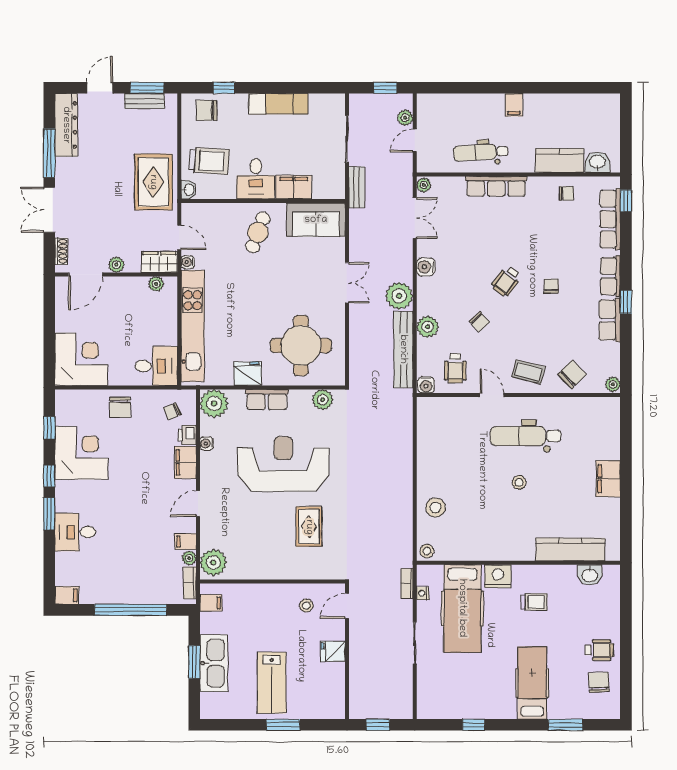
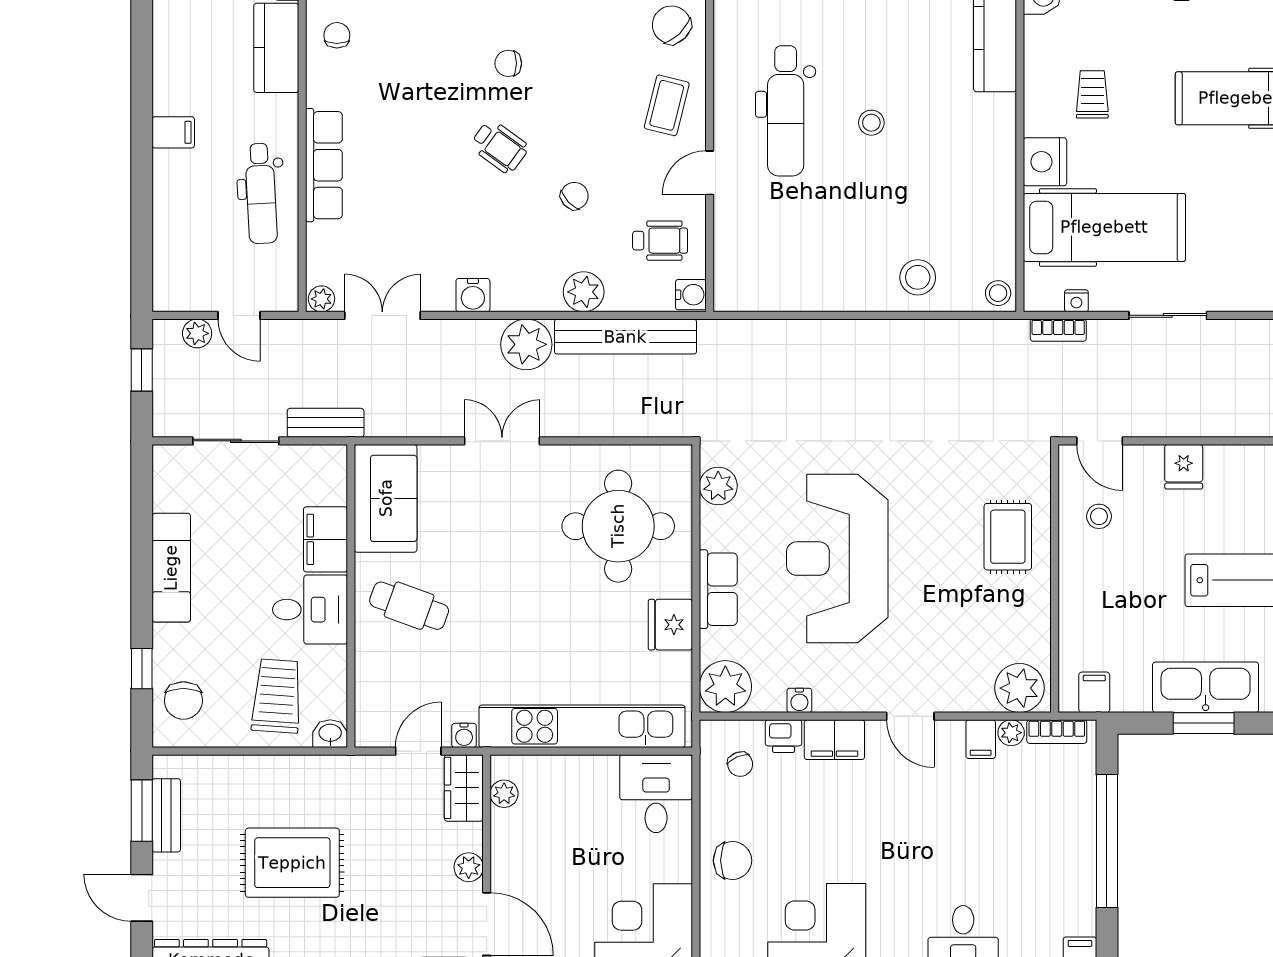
rug: (153, 182) -> (292, 863), moved
rug: (309, 527) -> (1008, 537), moved, turned 90

